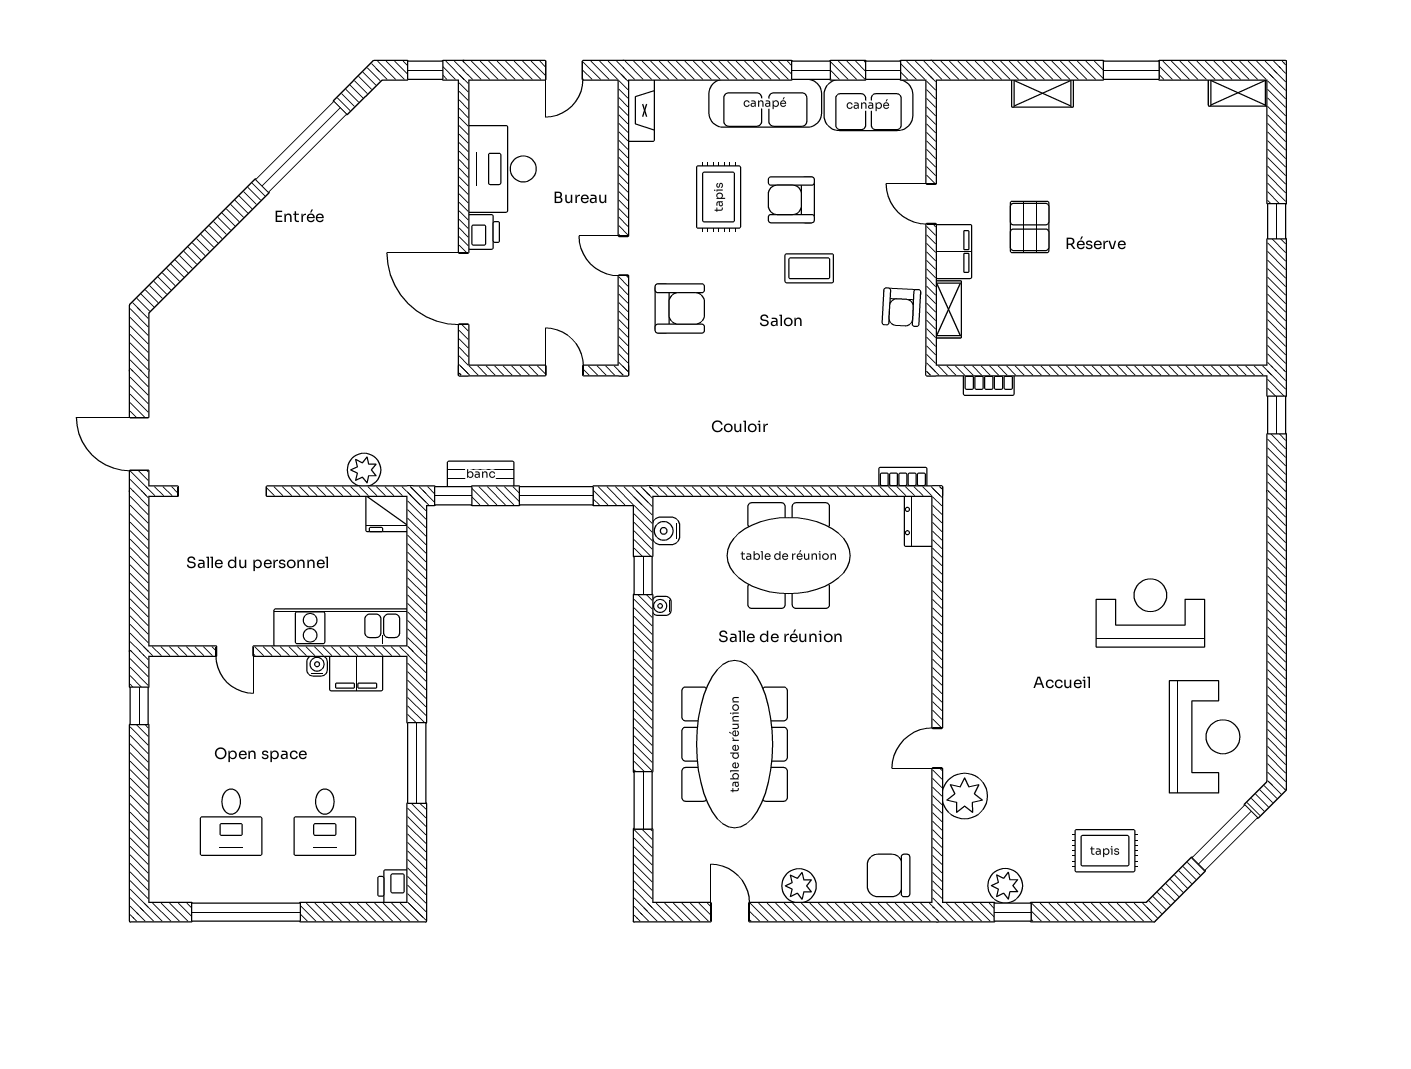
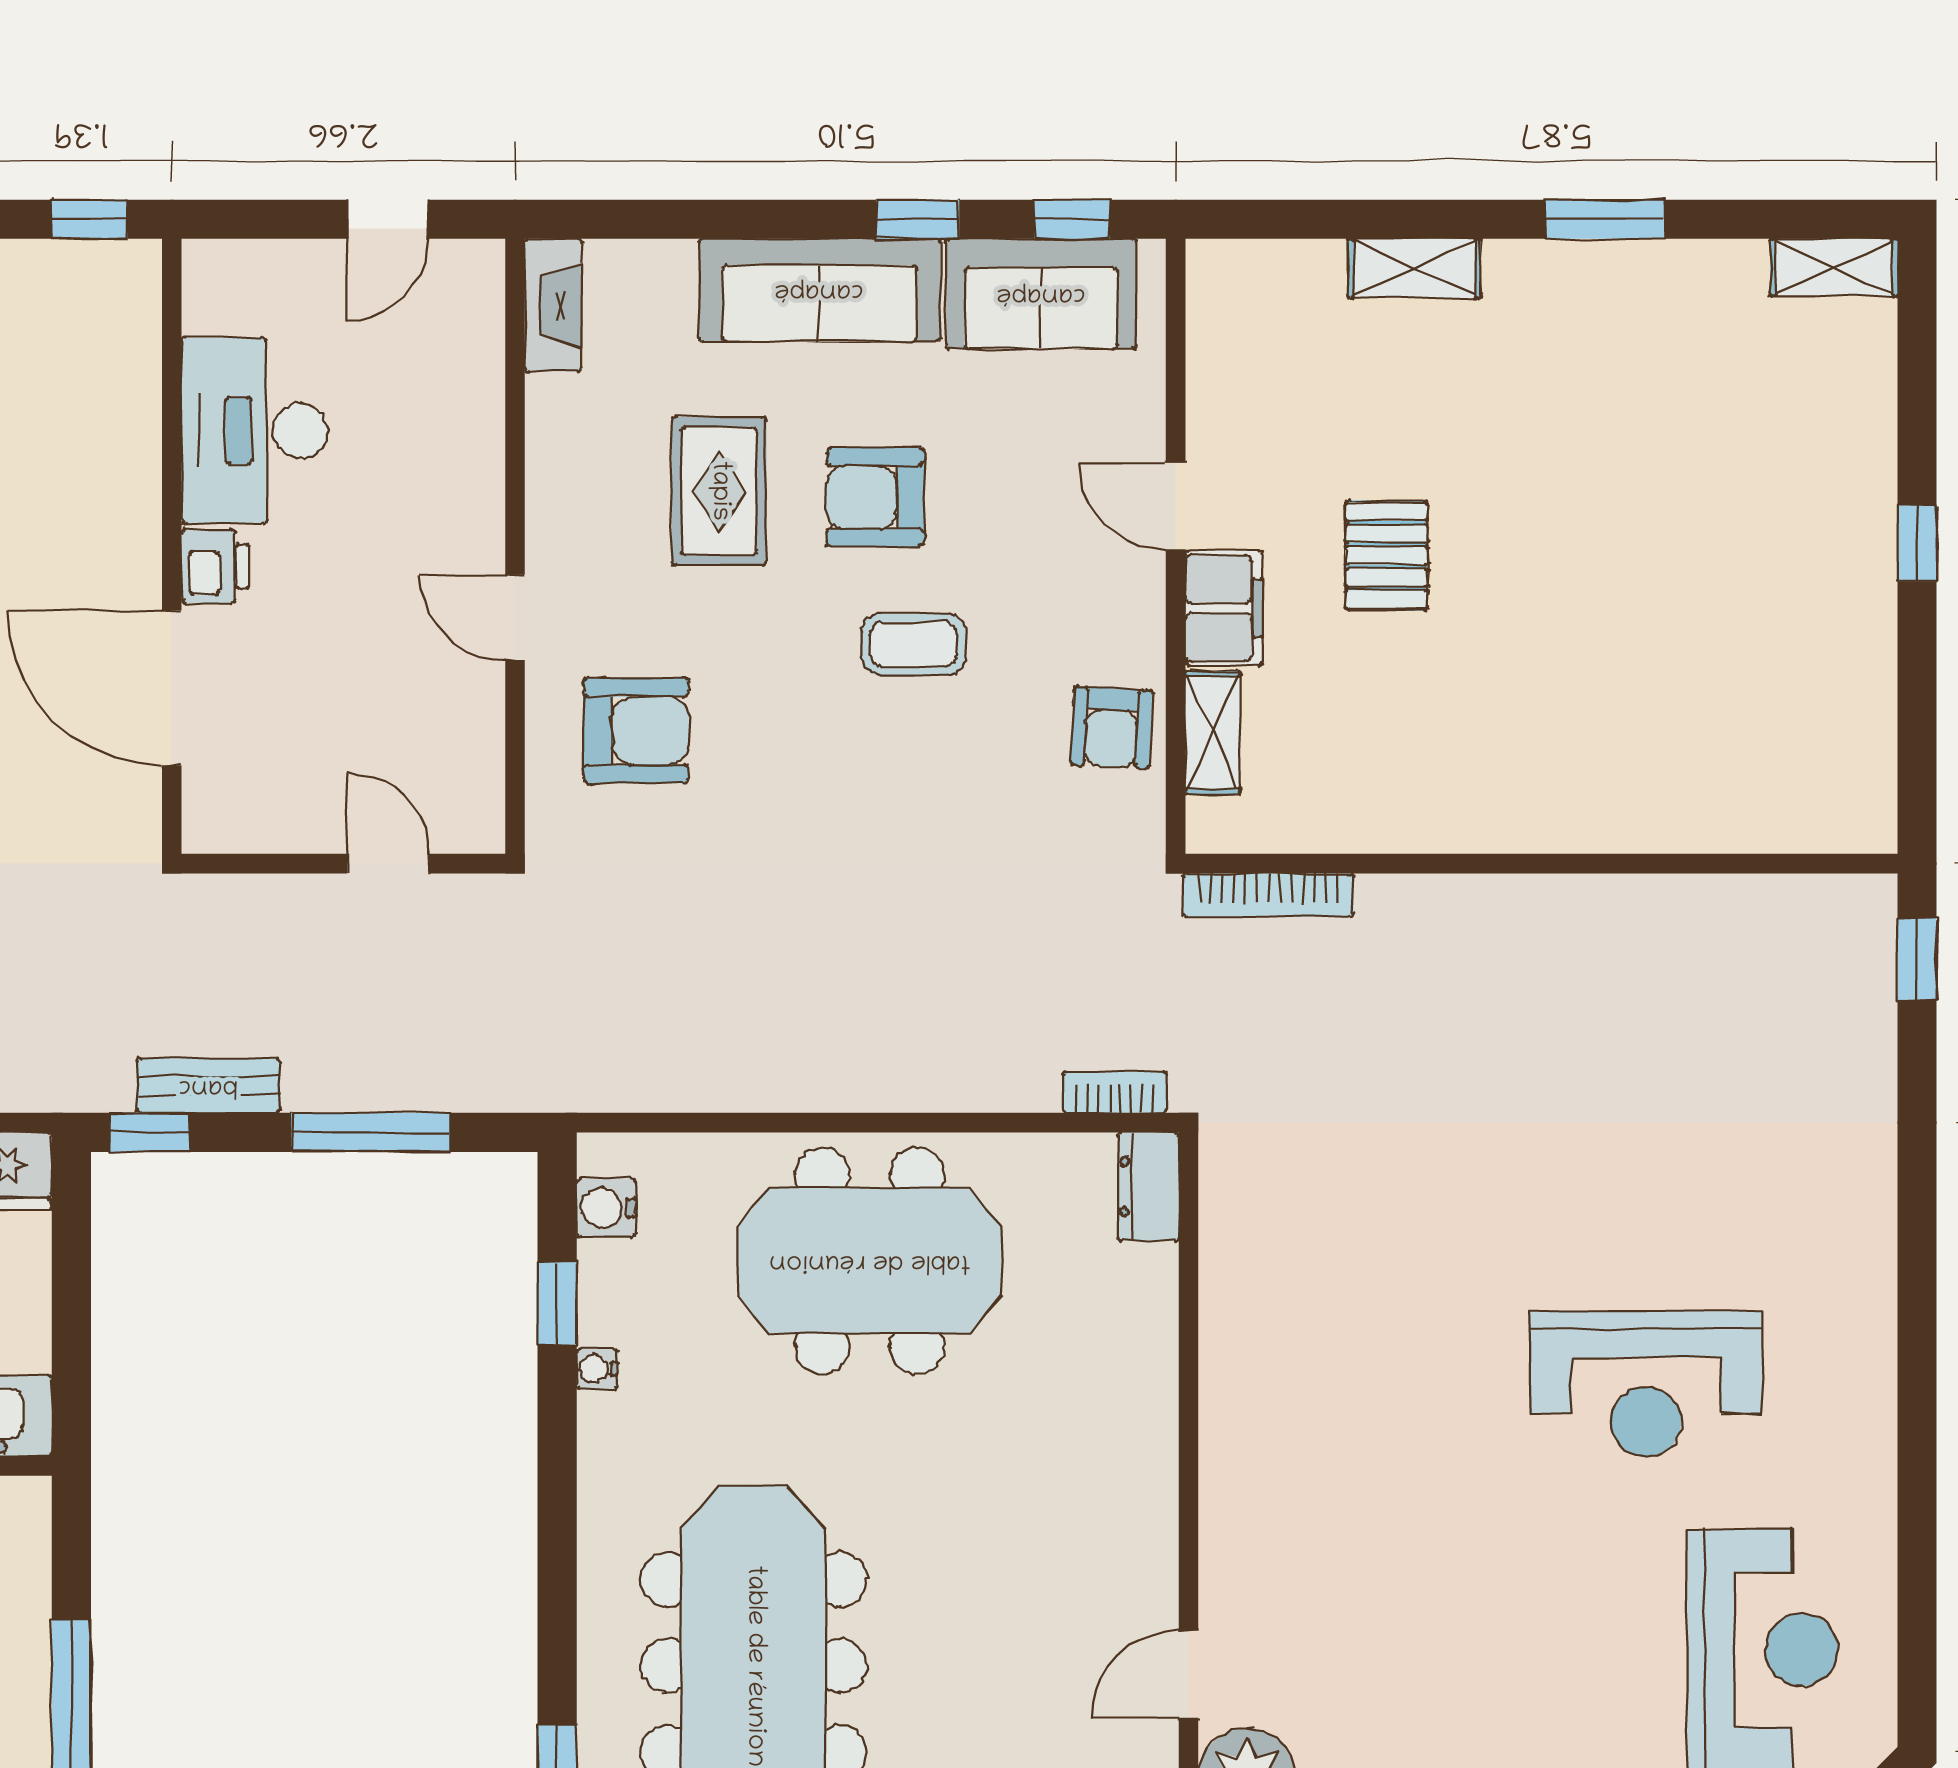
bookcase: (989, 385) -> (1268, 895), width x1.56
reception desk: (1150, 613) -> (1646, 1384), turned 180

